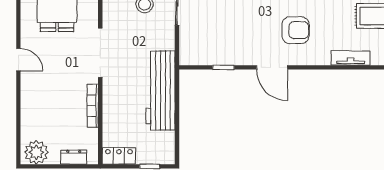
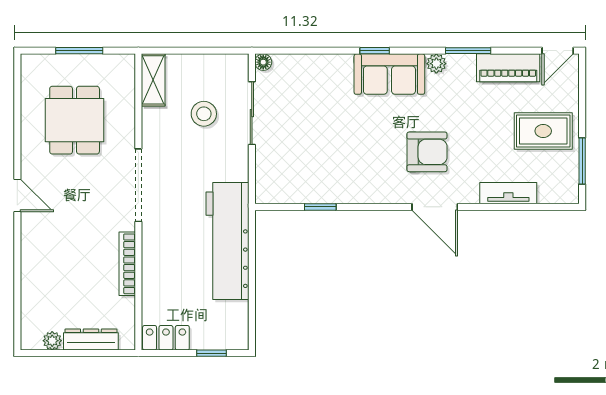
door: (272, 67) -> (435, 207), moved
plant: (36, 152) -> (52, 341), width x0.53, depth x0.53
dresser: (74, 157) -> (91, 340), width x1.44

